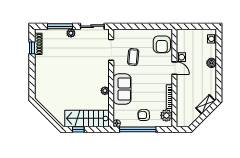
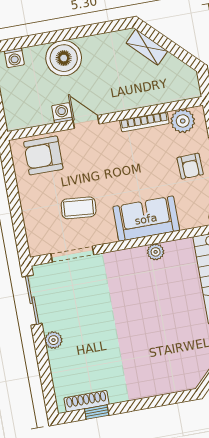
window: (60, 26) -> (44, 364), removed
armchair: (162, 44) -> (43, 155), turned 180
boiler: (212, 63) -> (64, 58), width x1.86, depth x1.86
door: (174, 68) -> (86, 122), hinge flipped

